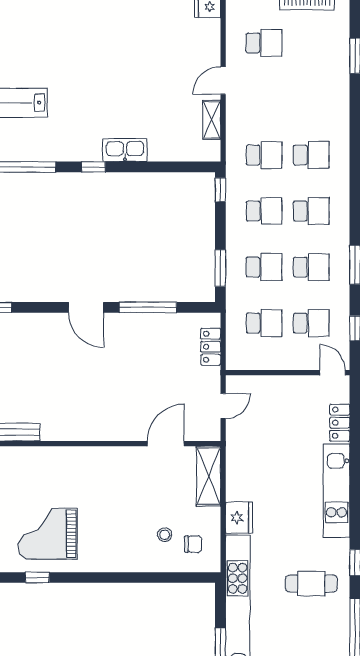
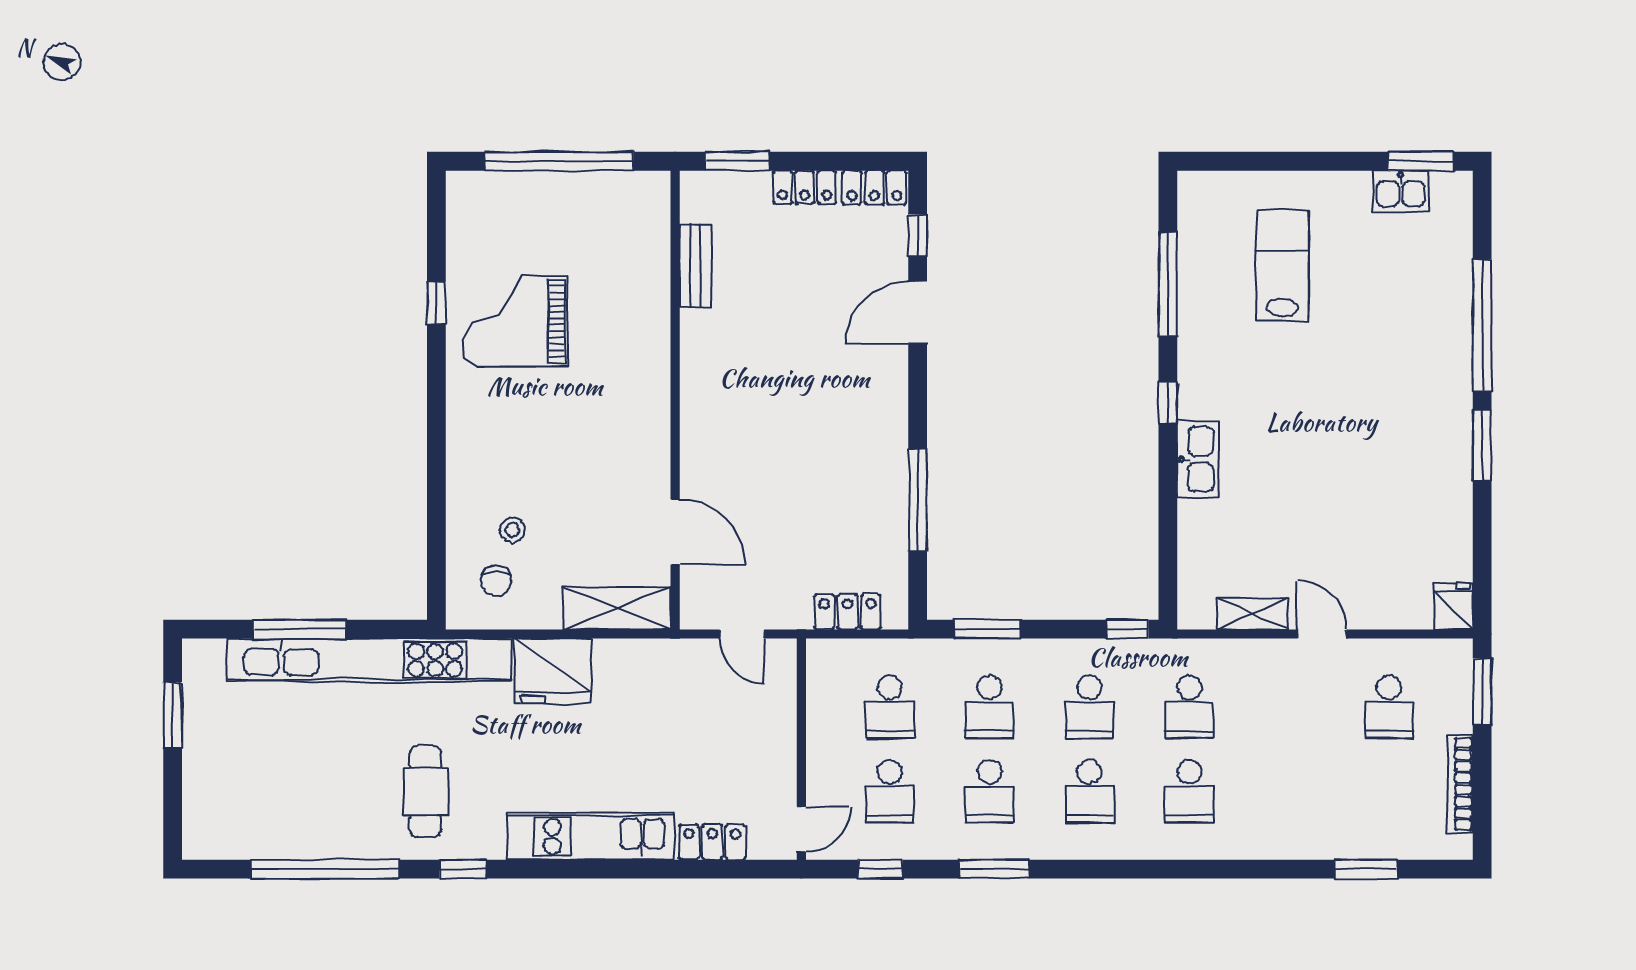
door: (86, 307) -> (918, 313), moved
fridge: (239, 518) -> (553, 671), width x1.36, depth x1.34
grand piano: (48, 534) -> (514, 321), turned -90

